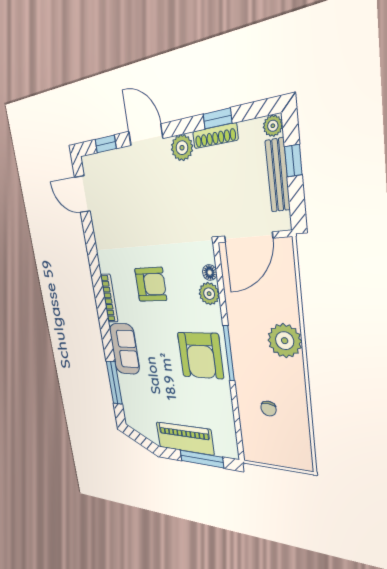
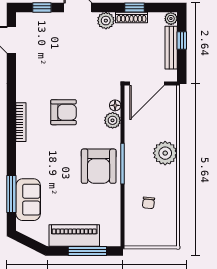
sofa: (124, 349) -> (28, 200), moved

